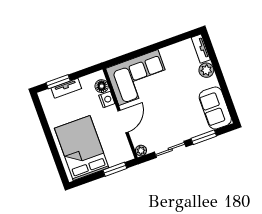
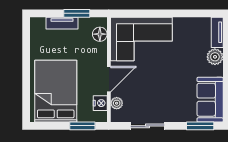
window: (58, 82) -> (77, 13), moved
nightstand: (107, 99) -> (100, 103), moved
window: (204, 137) -> (200, 126), moved
plant: (141, 151) -> (117, 103), moved

